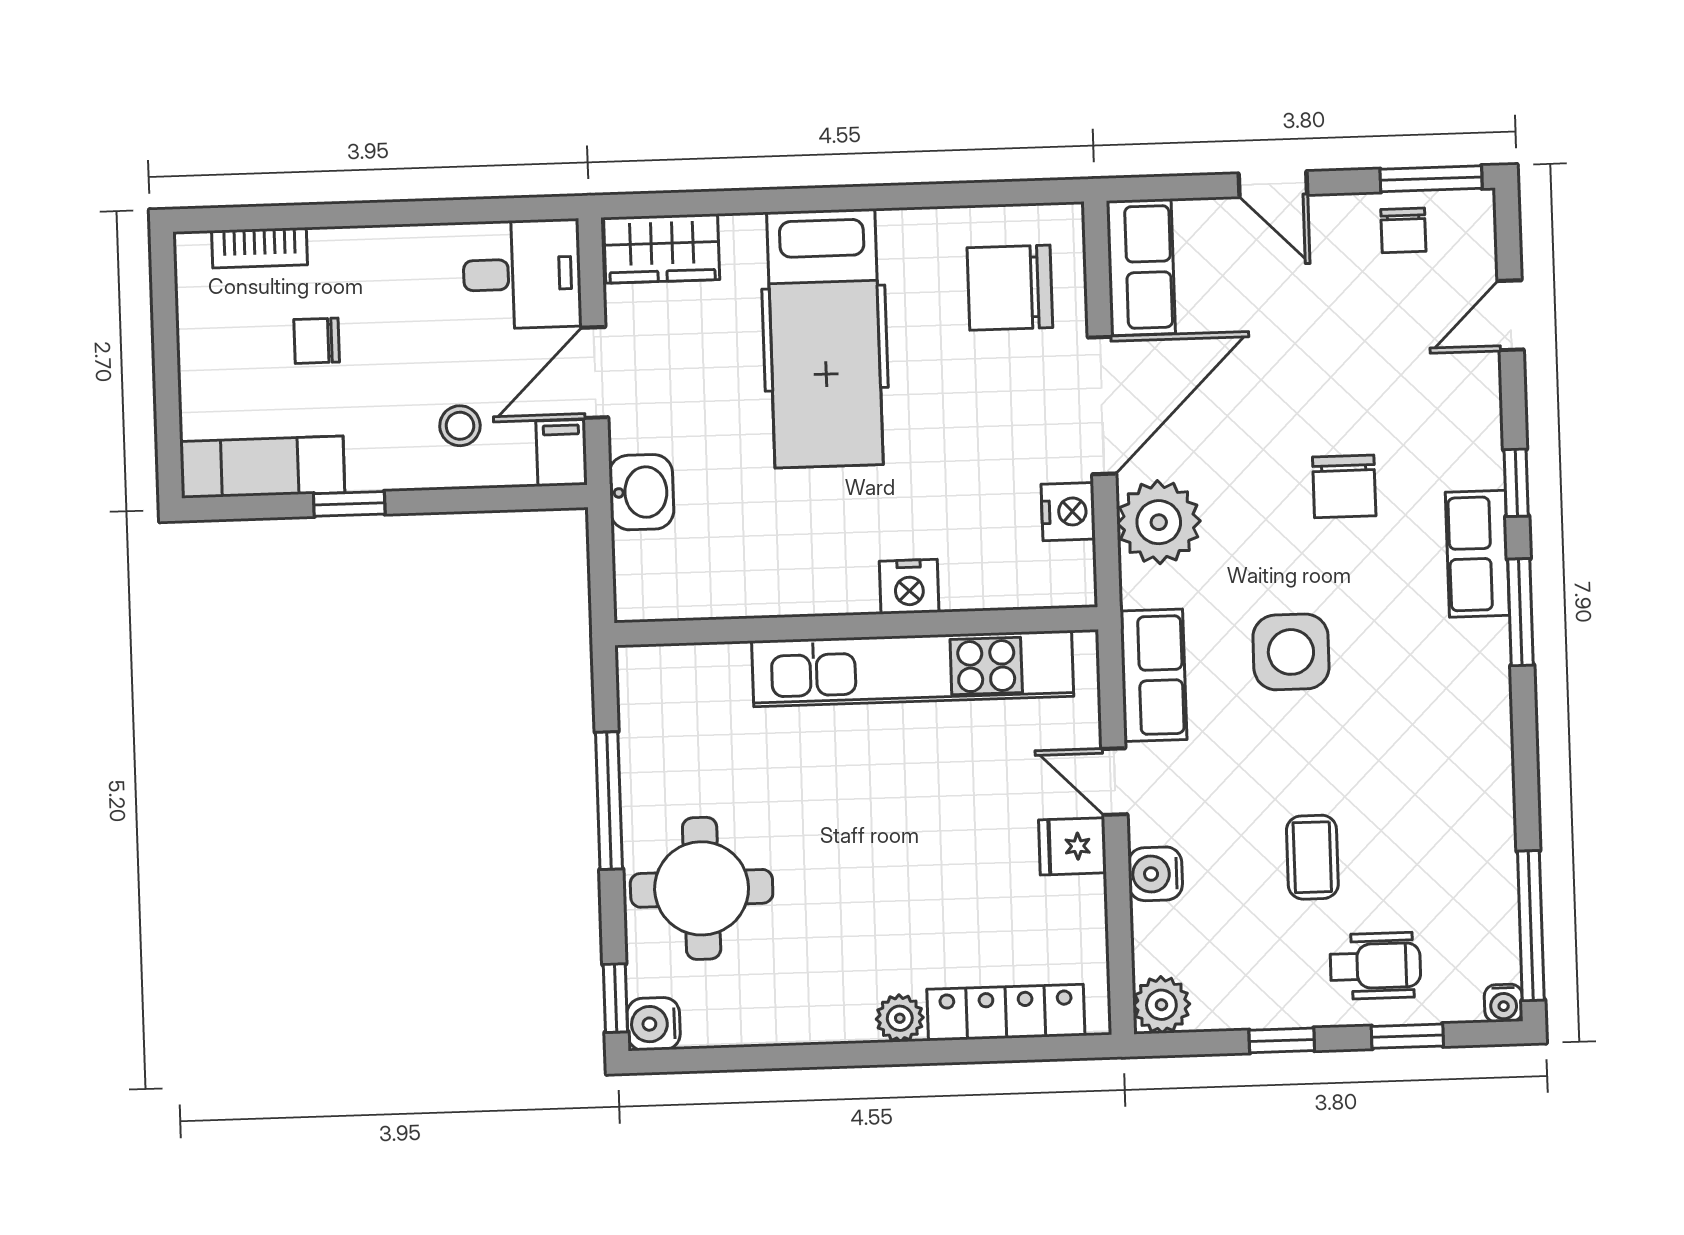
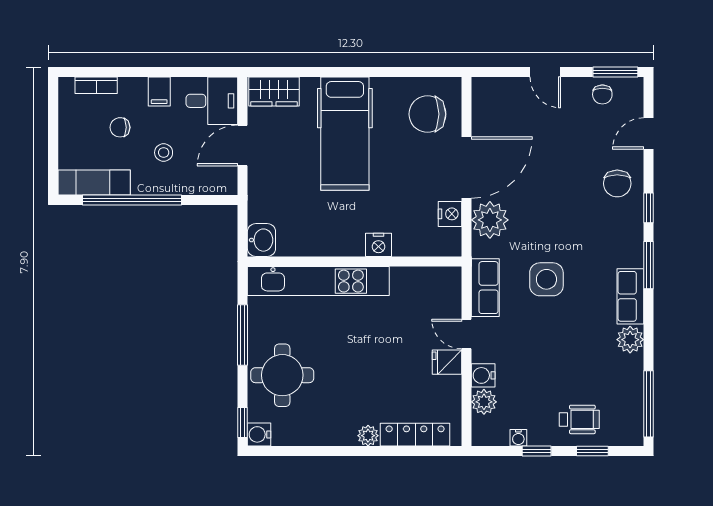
row of seats: (1141, 267) -> (486, 107), removed
stool: (460, 426) -> (164, 153), moved
filing cabinet: (562, 453) -> (159, 91), moved, turned 180
chair: (1344, 486) -> (617, 183), moved
washbasin: (641, 492) -> (261, 240), moved
window: (349, 504) -> (132, 200), width x3.17
row of seats: (1477, 554) -> (630, 296), moved
kitchen unit: (913, 669) -> (318, 281), moved
plant: (1484, 782) -> (630, 340), added
coffee table: (1312, 857) -> (553, 370), removed
water cooler: (1504, 1003) -> (518, 438), moved
plant: (1161, 1005) -> (484, 402), moved

